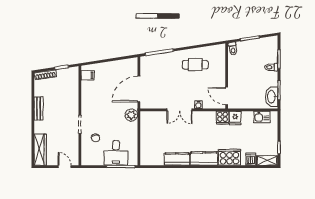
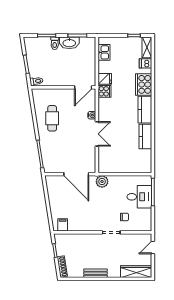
washbasin: (272, 97) -> (69, 43), moved

